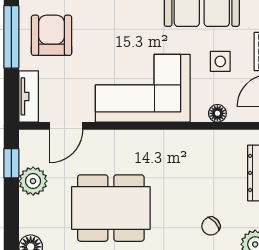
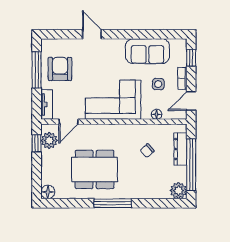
plant: (33, 181) -> (49, 141), moved
chair: (211, 226) -> (147, 151), moved

